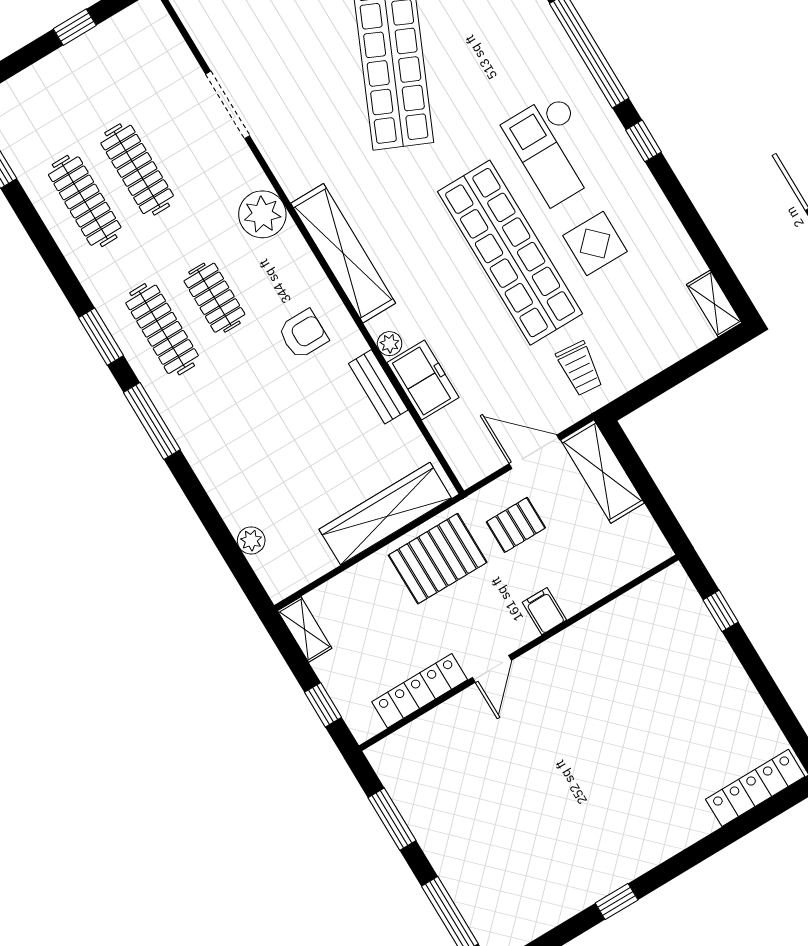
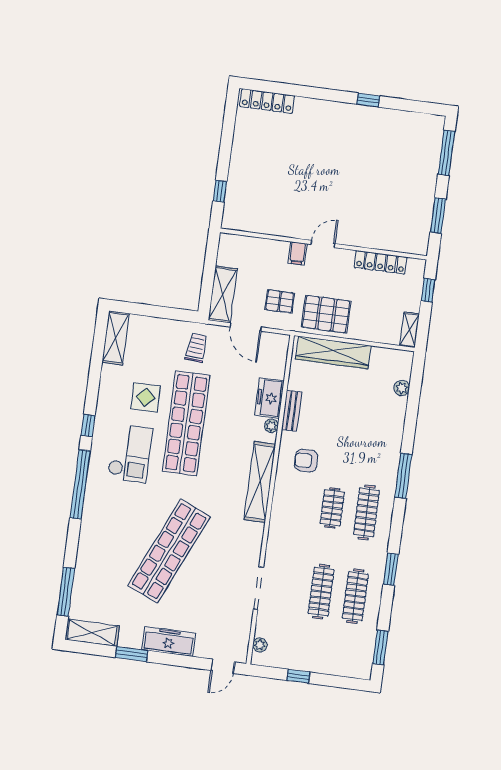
plant: (262, 214) -> (260, 645), moved, width x0.53, depth x0.53
shelving: (714, 304) -> (116, 338), width x1.50, depth x1.33
window: (101, 337) -> (391, 569), moved
door: (492, 669) -> (323, 244), moved

